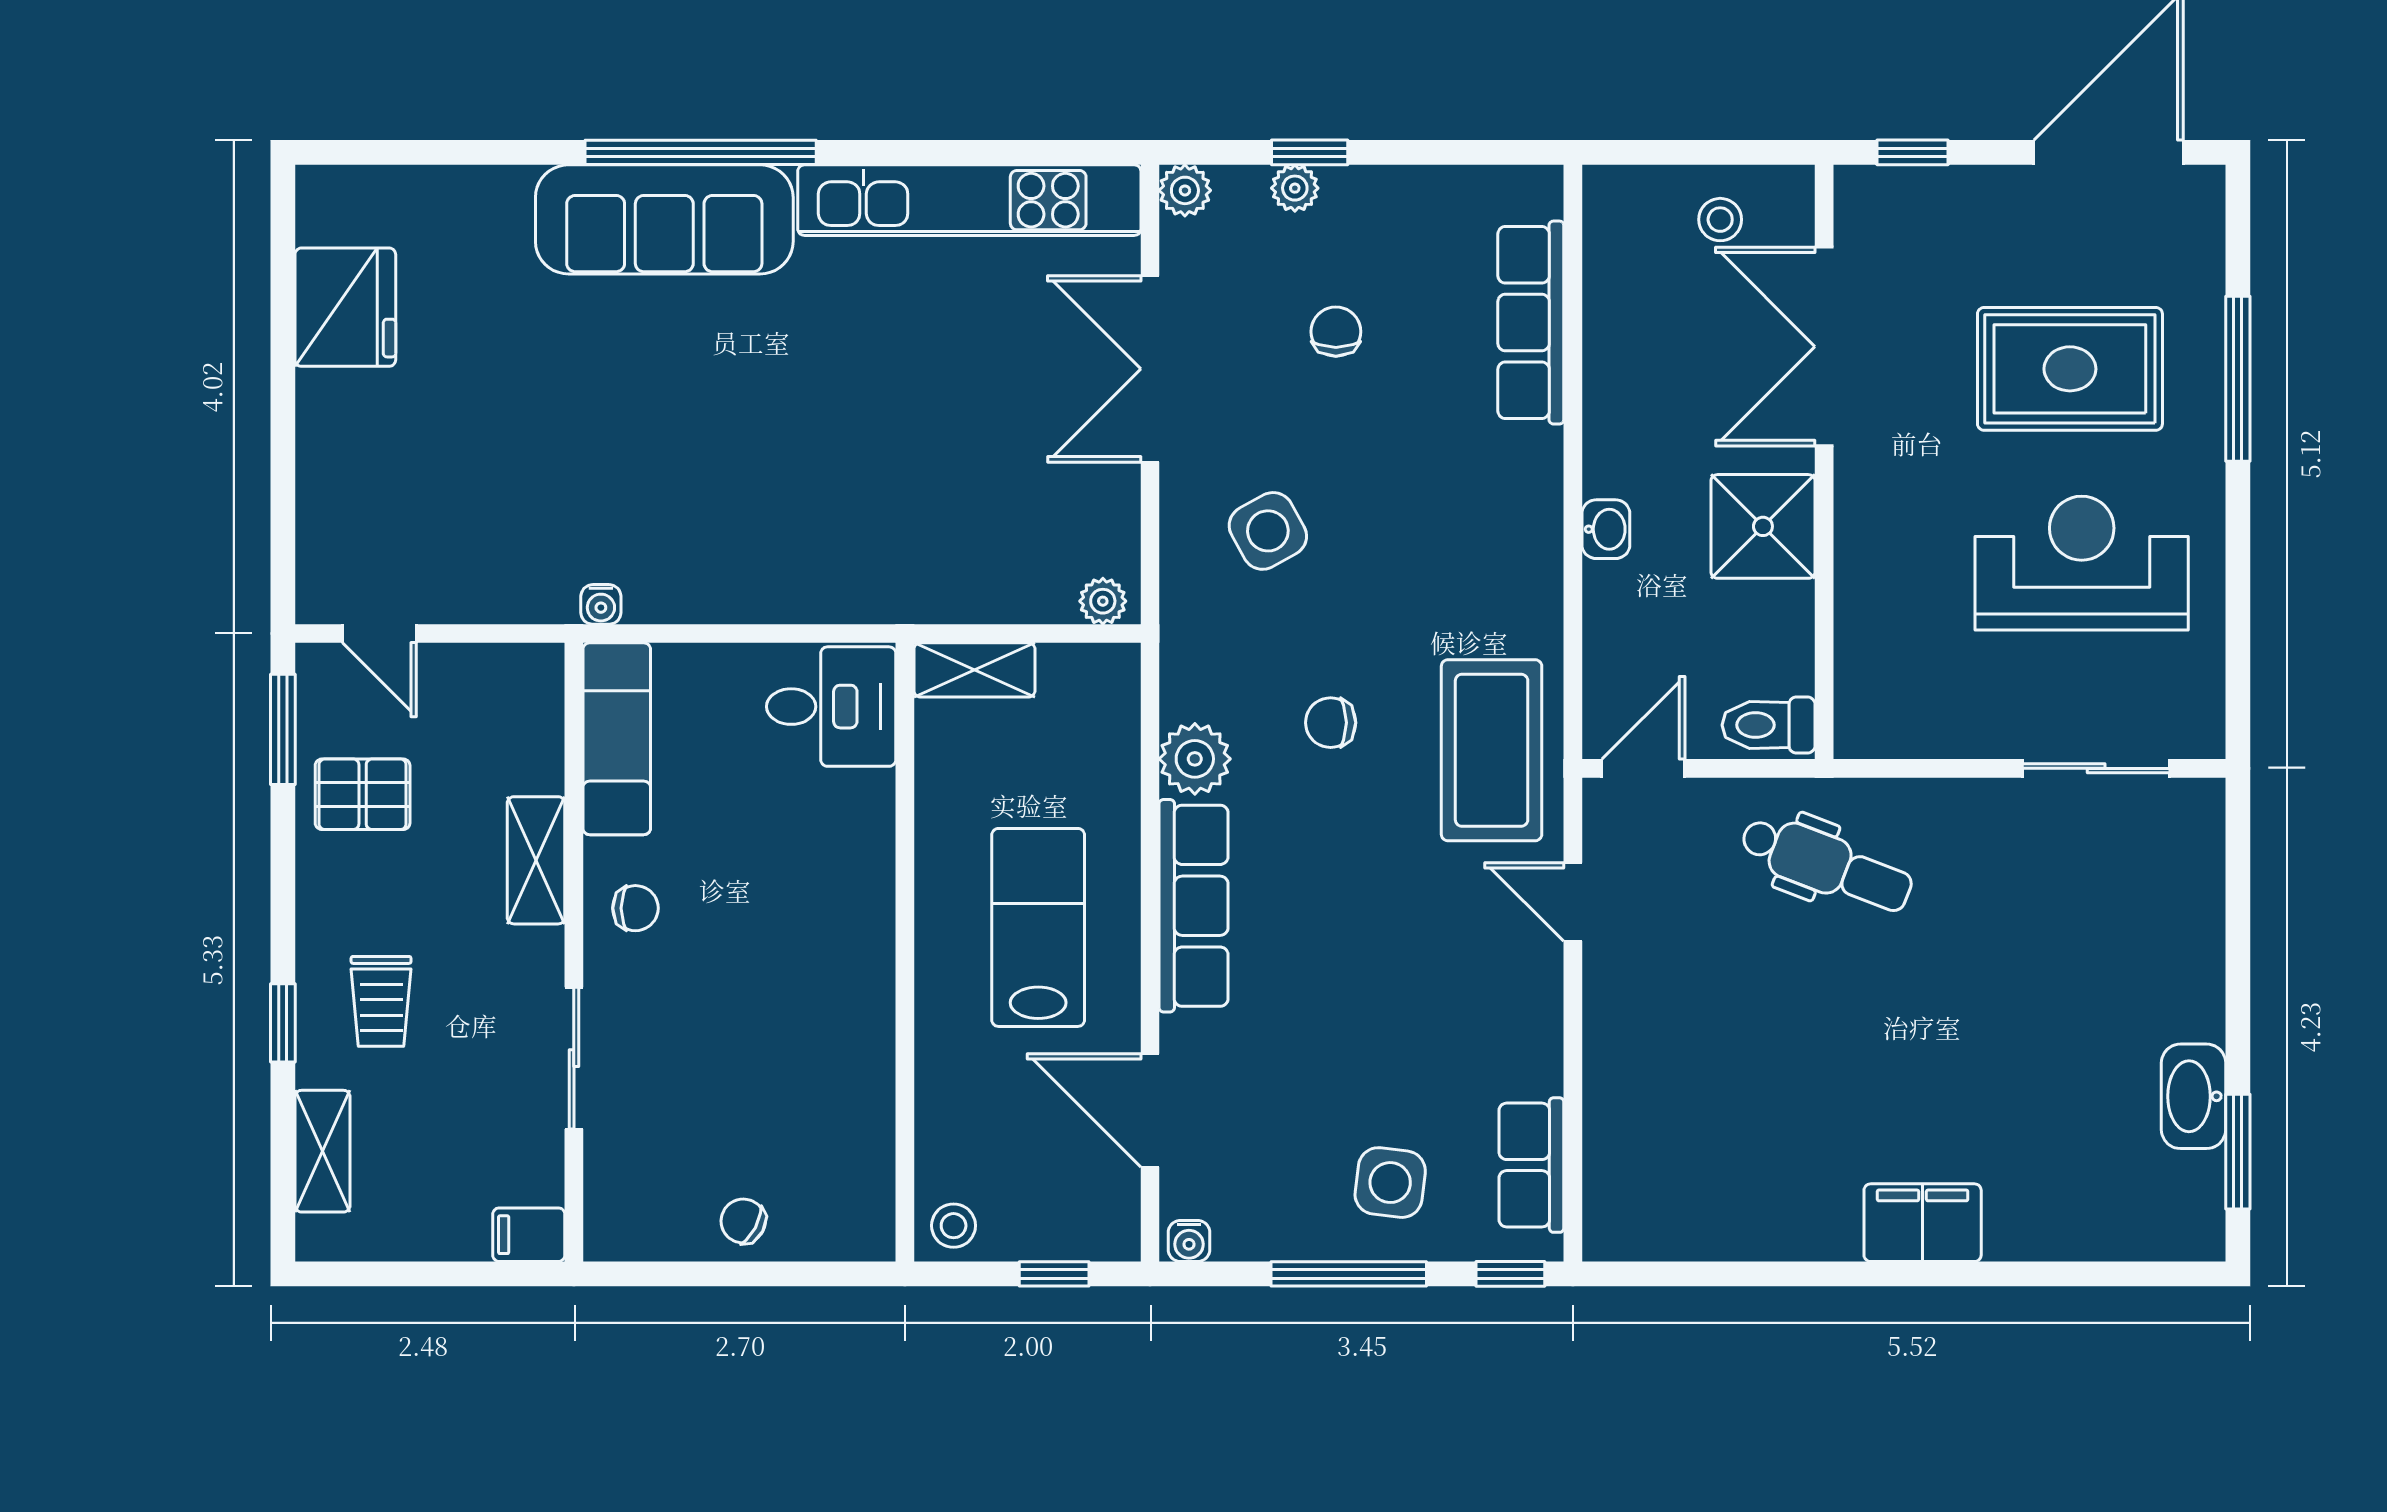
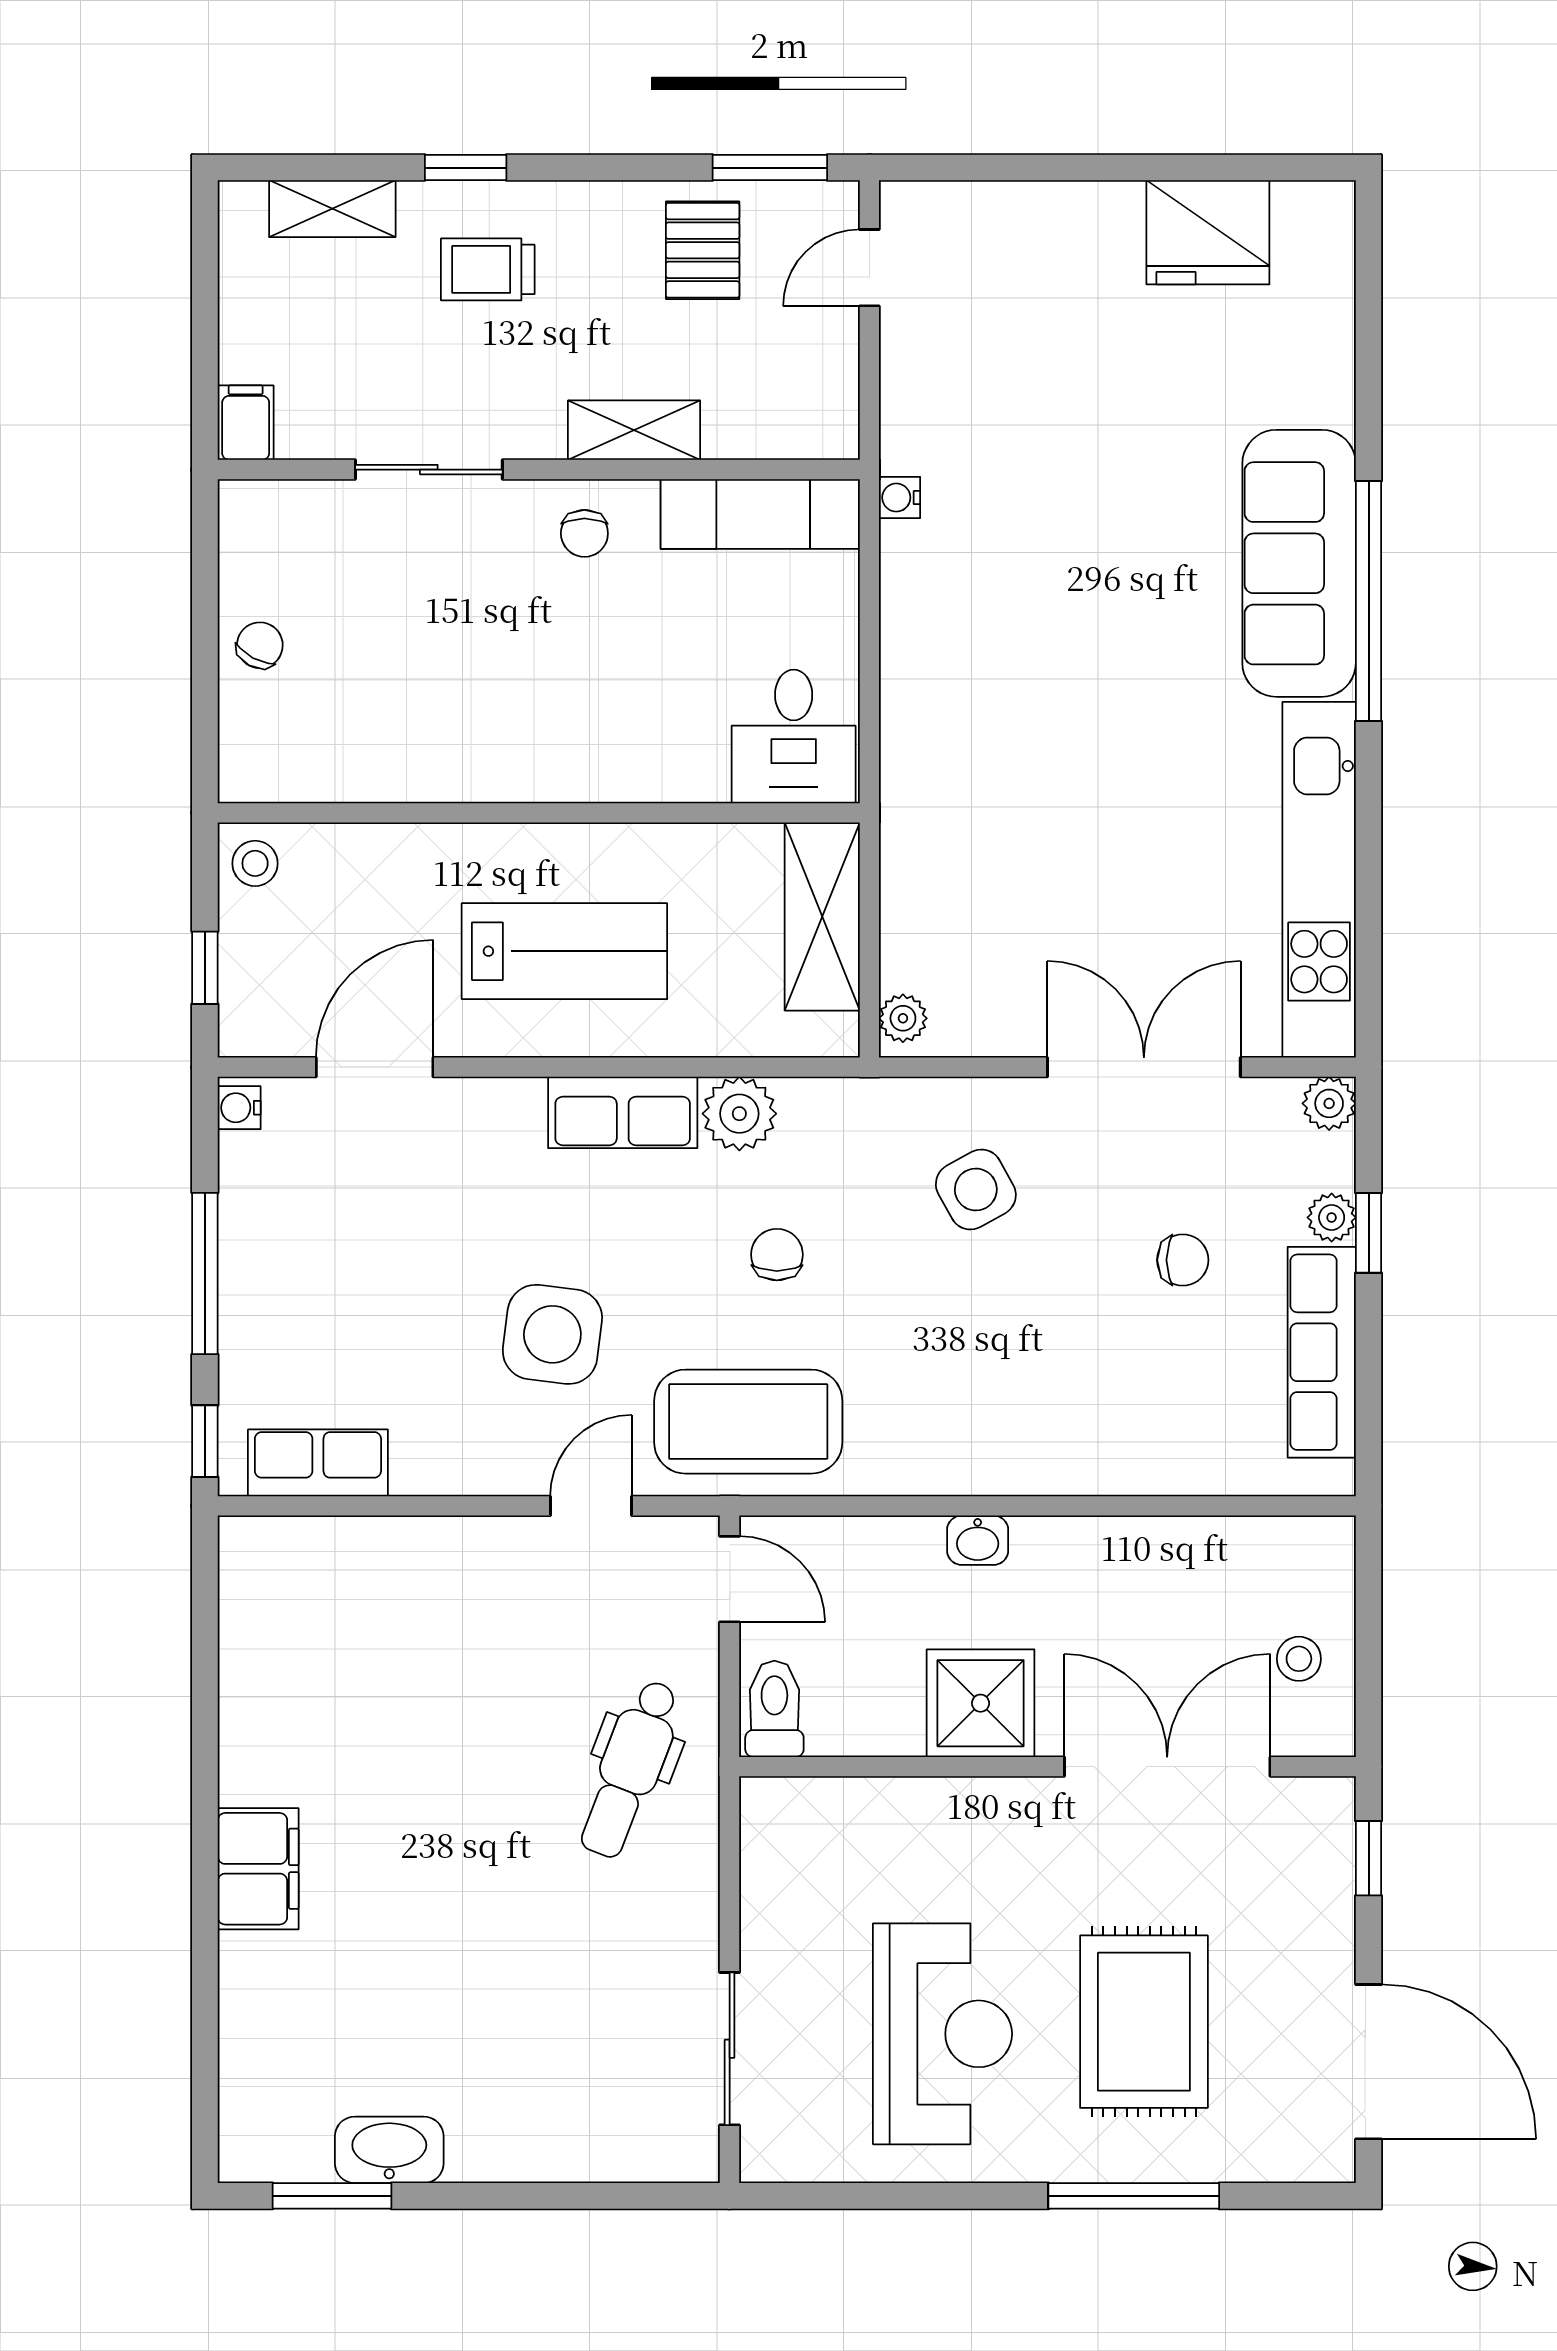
row of seats: (1531, 323) -> (1322, 1352), moved, turned -90
shelving: (974, 670) -> (822, 916), width x1.50, depth x1.33
row of seats: (1194, 906) -> (623, 1112), width x0.68
side table: (1390, 1183) -> (552, 1334), moved, width x1.37, depth x1.37

